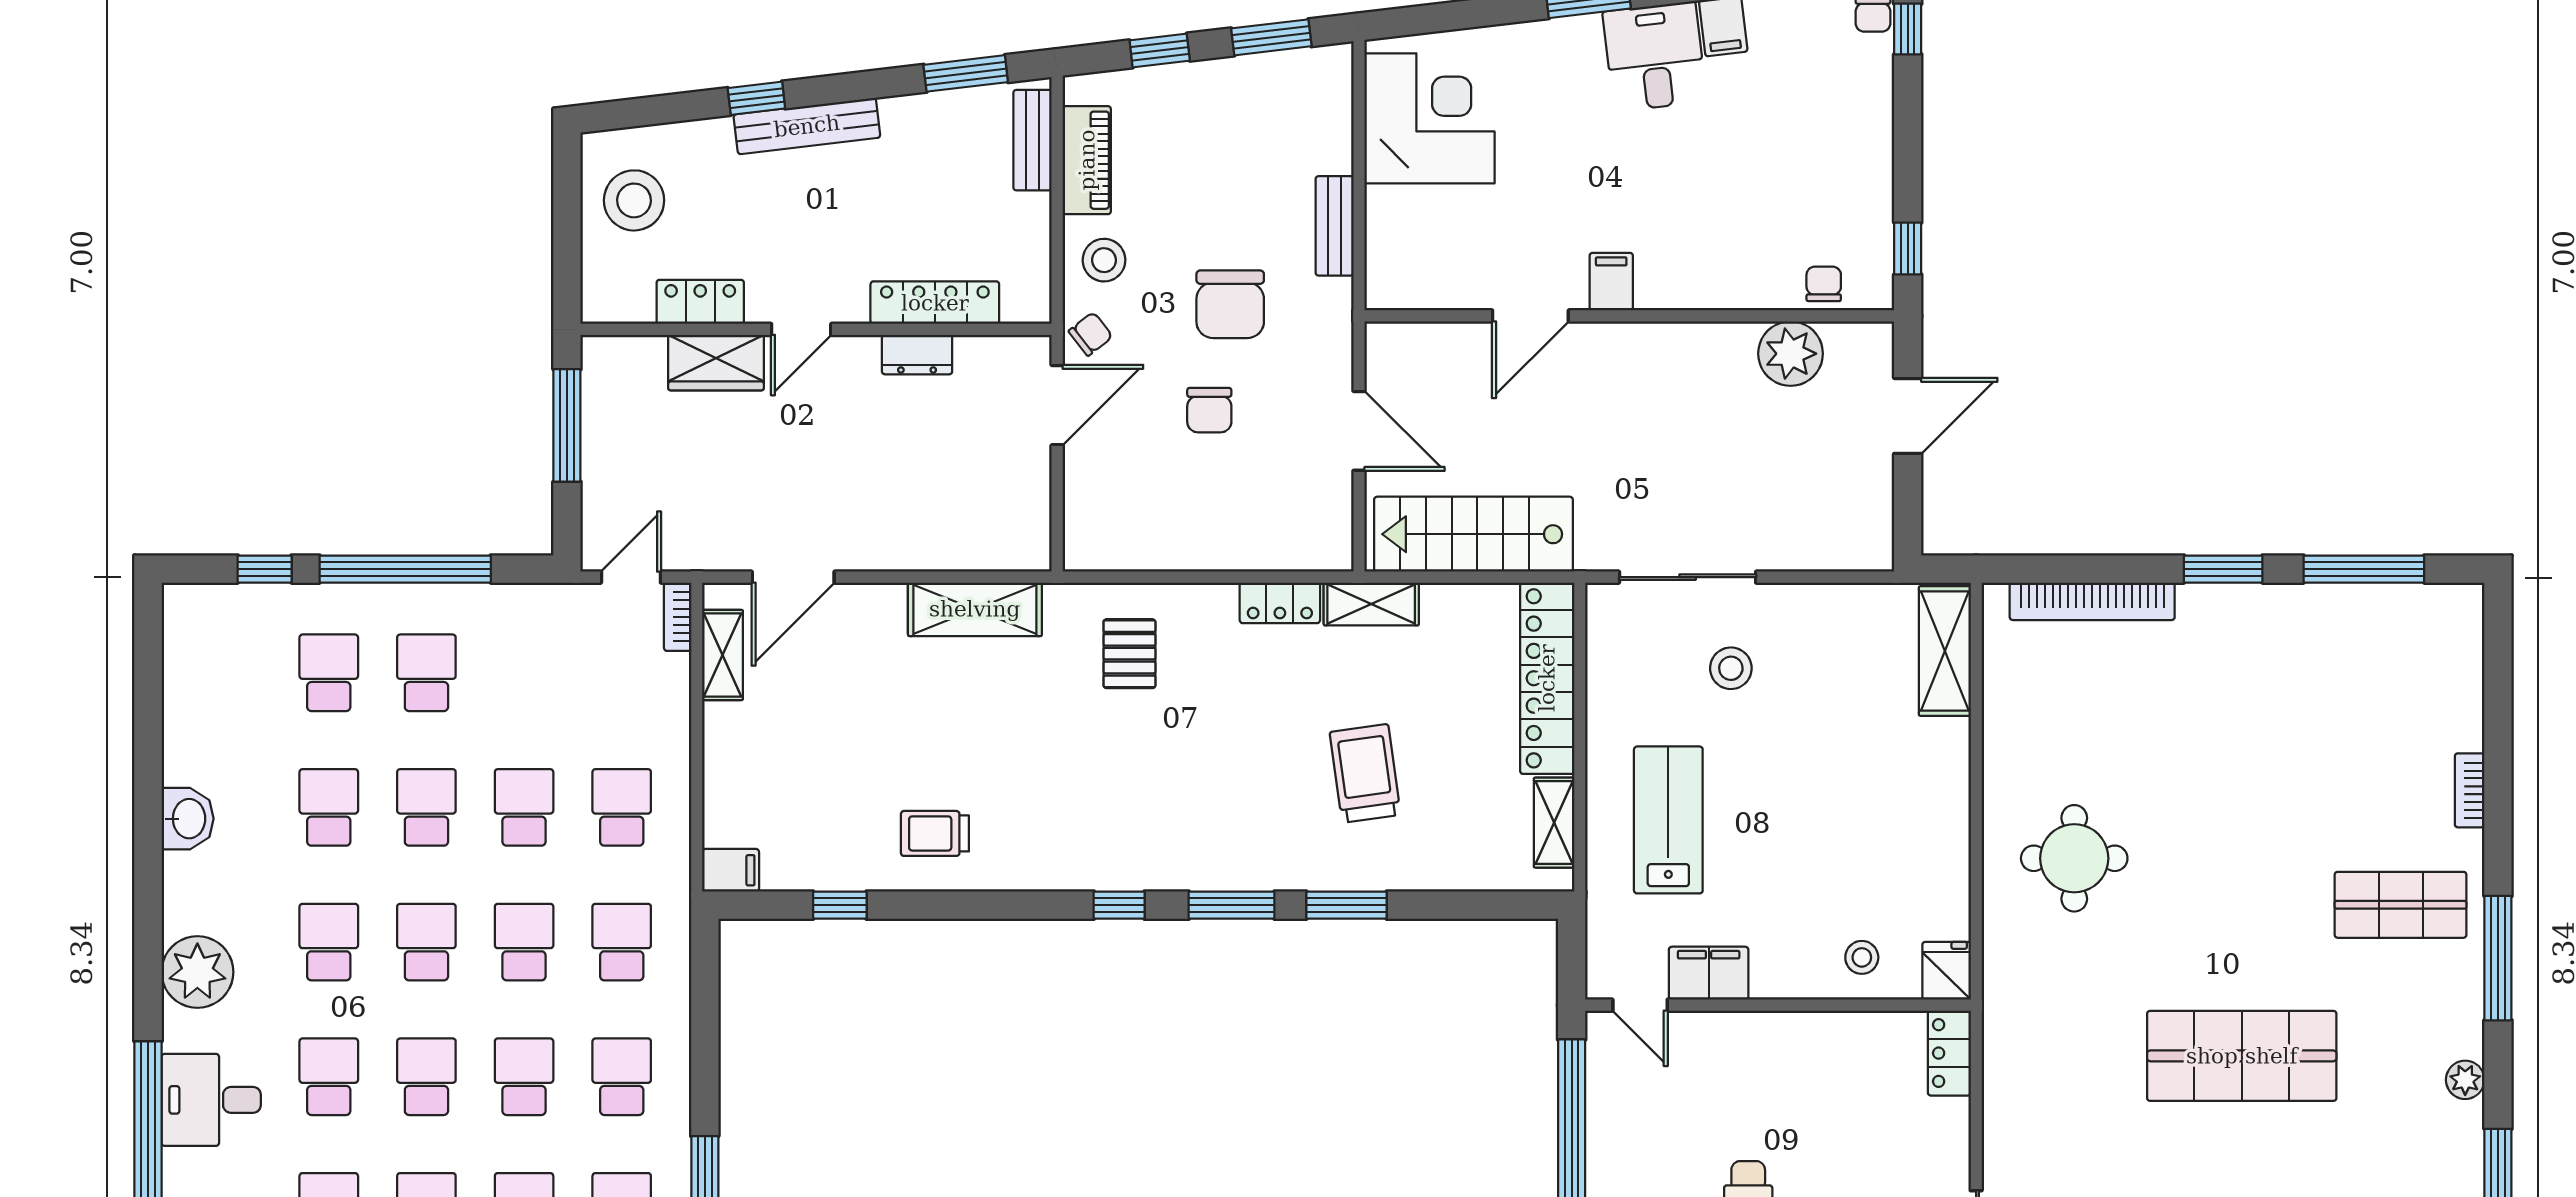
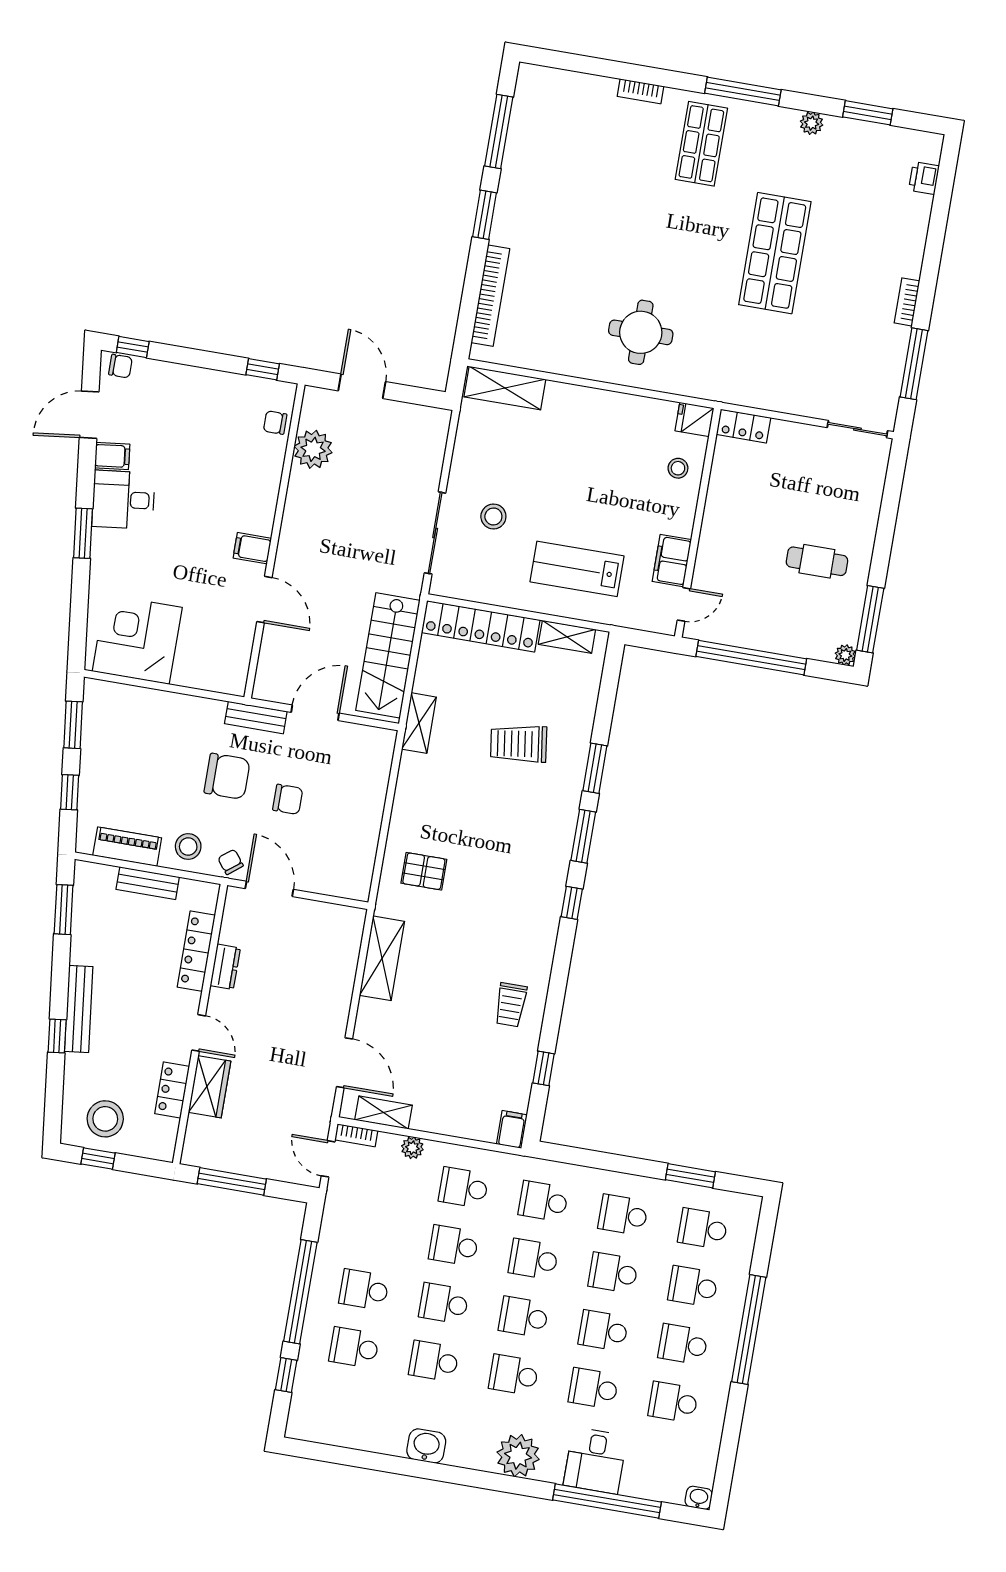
bench: (1033, 140) -> (148, 883), moved
window: (567, 200) -> (98, 1159), added
bench: (1335, 226) -> (256, 717), moved
locker: (1280, 603) -> (409, 777), removed
plant: (673, 712) -> (412, 1148), added

